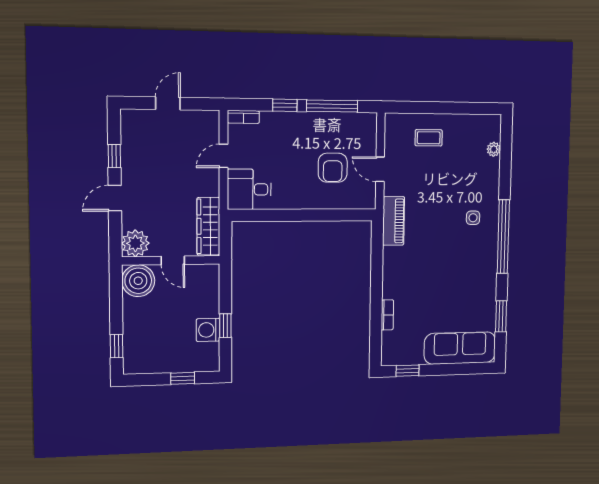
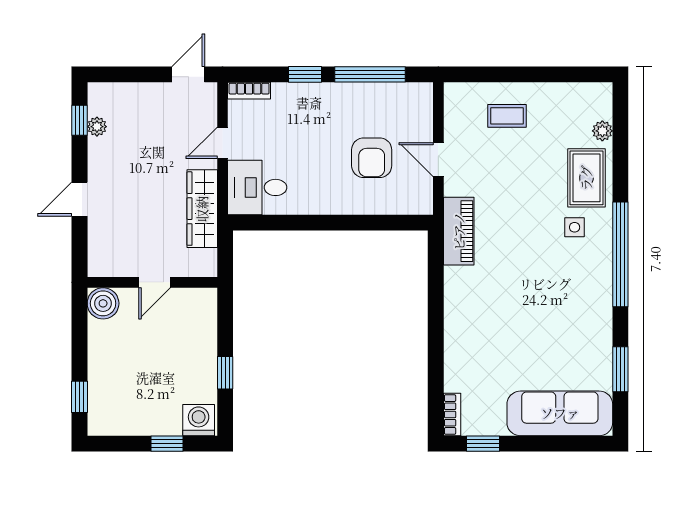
door: (168, 103) -> (188, 74), moved
window: (114, 156) -> (79, 120), moved
rug: (482, 183) -> (586, 178), added
wardrobe: (208, 226) -> (202, 209), moved
plant: (135, 243) -> (97, 127), moved, width x0.53, depth x0.53
door: (173, 260) -> (155, 282), hinge flipped
boiler: (138, 281) -> (103, 303), width x0.73, depth x0.73
bookcase: (387, 315) -> (452, 415), moved
washing machine: (208, 330) -> (199, 420), moved, turned 90

